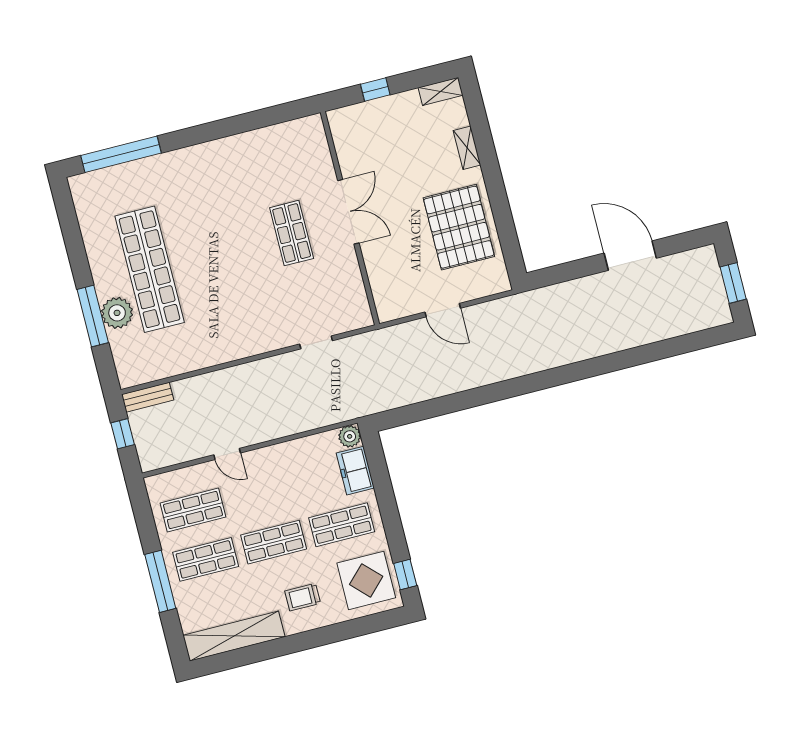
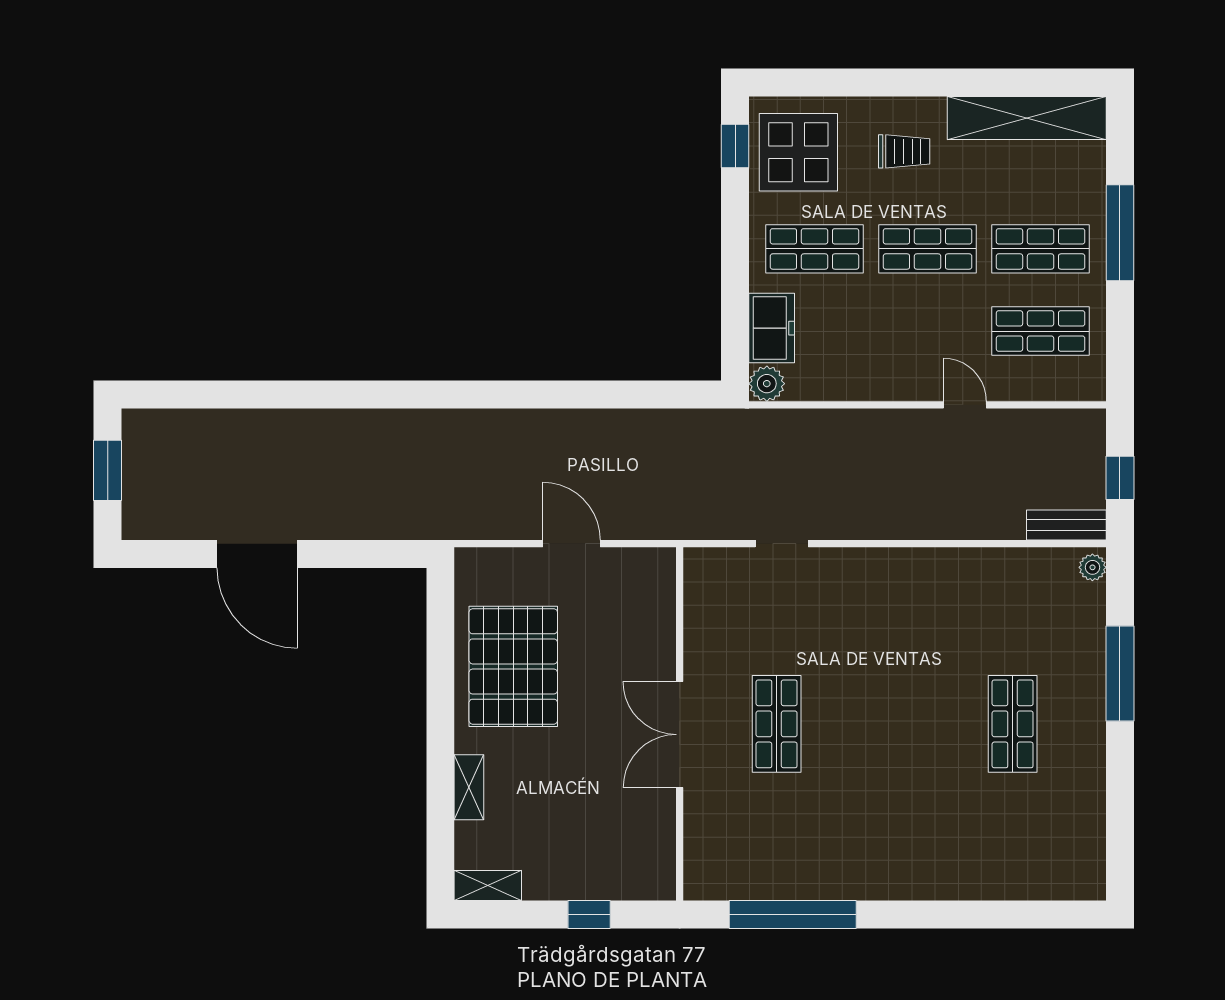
window: (121, 154) -> (793, 915), moved
shop shelf: (150, 269) -> (1013, 724), width x0.50, depth x0.74
plant: (117, 313) -> (1092, 567), moved, width x0.53, depth x0.53

